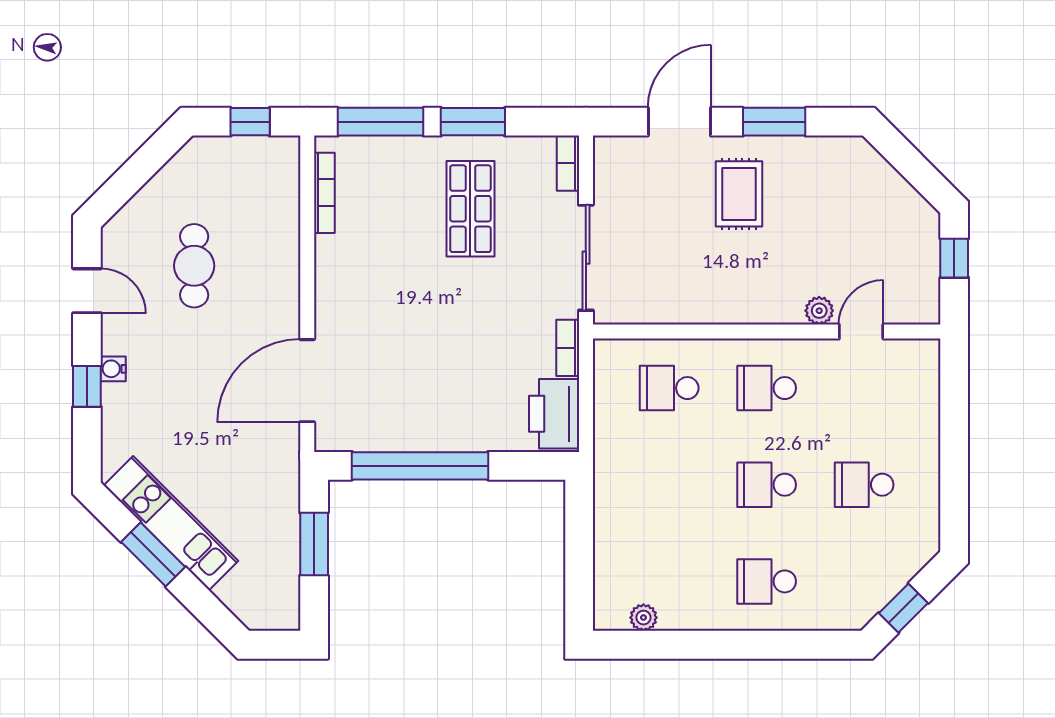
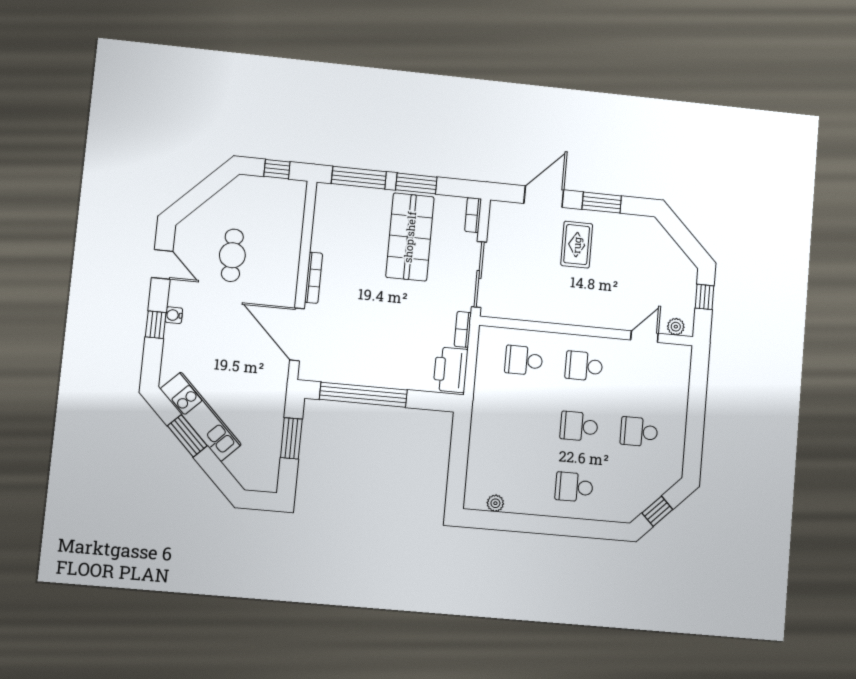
bookcase: (324, 193) -> (314, 278), moved
shop shelf: (470, 209) -> (410, 237), width x1.43, depth x1.36
plant: (819, 311) -> (676, 327), moved
door: (307, 381) -> (297, 334), hinge flipped

